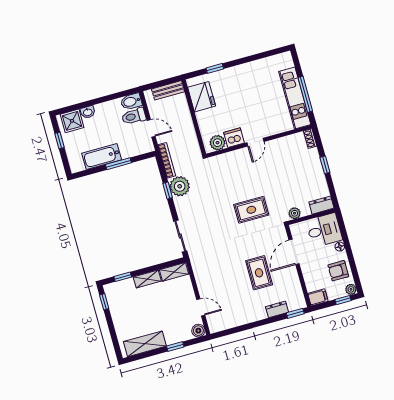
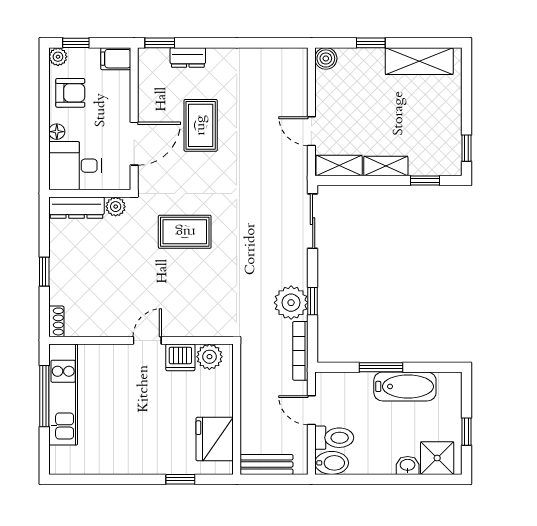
dresser: (321, 205) -> (76, 208), width x1.44
door: (201, 307) -> (311, 131), moved

